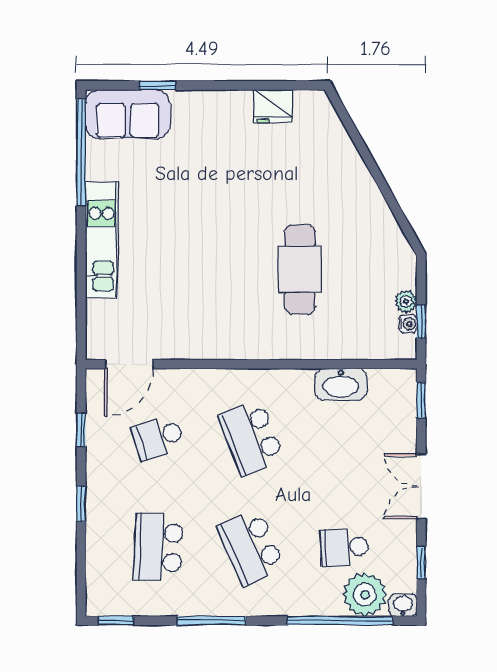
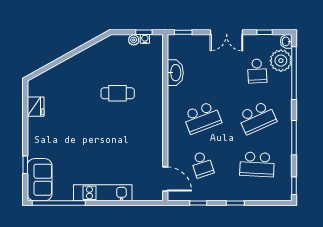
cafe table: (300, 269) -> (118, 93), width x0.73, depth x0.74

